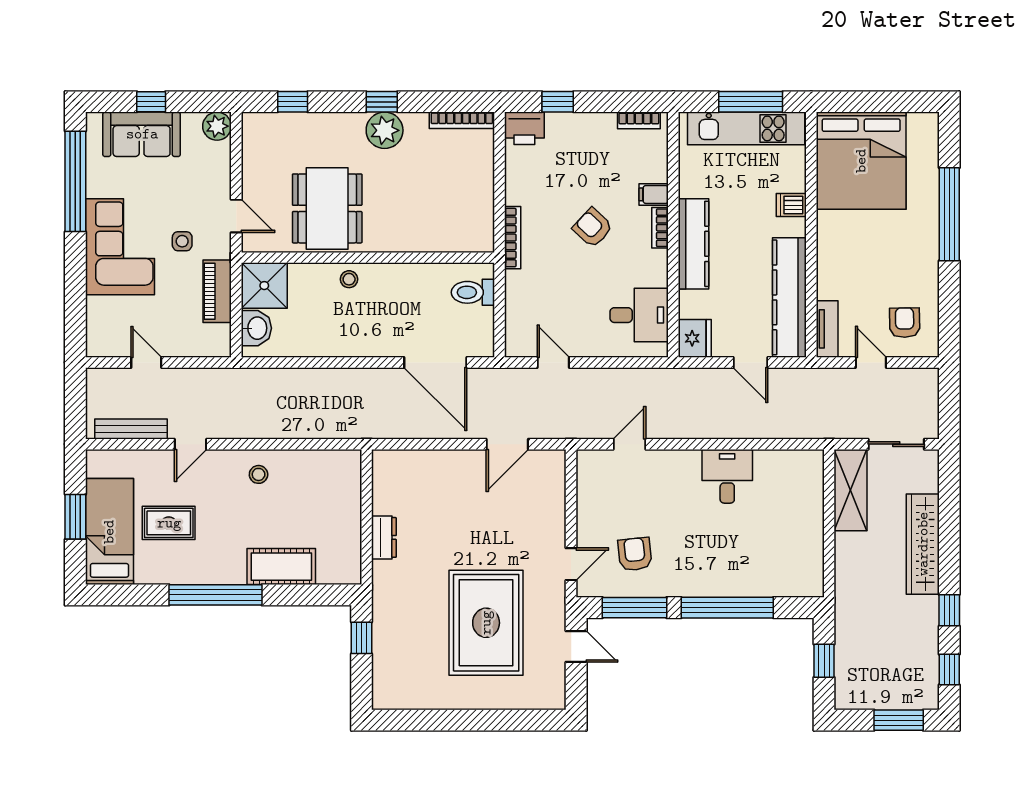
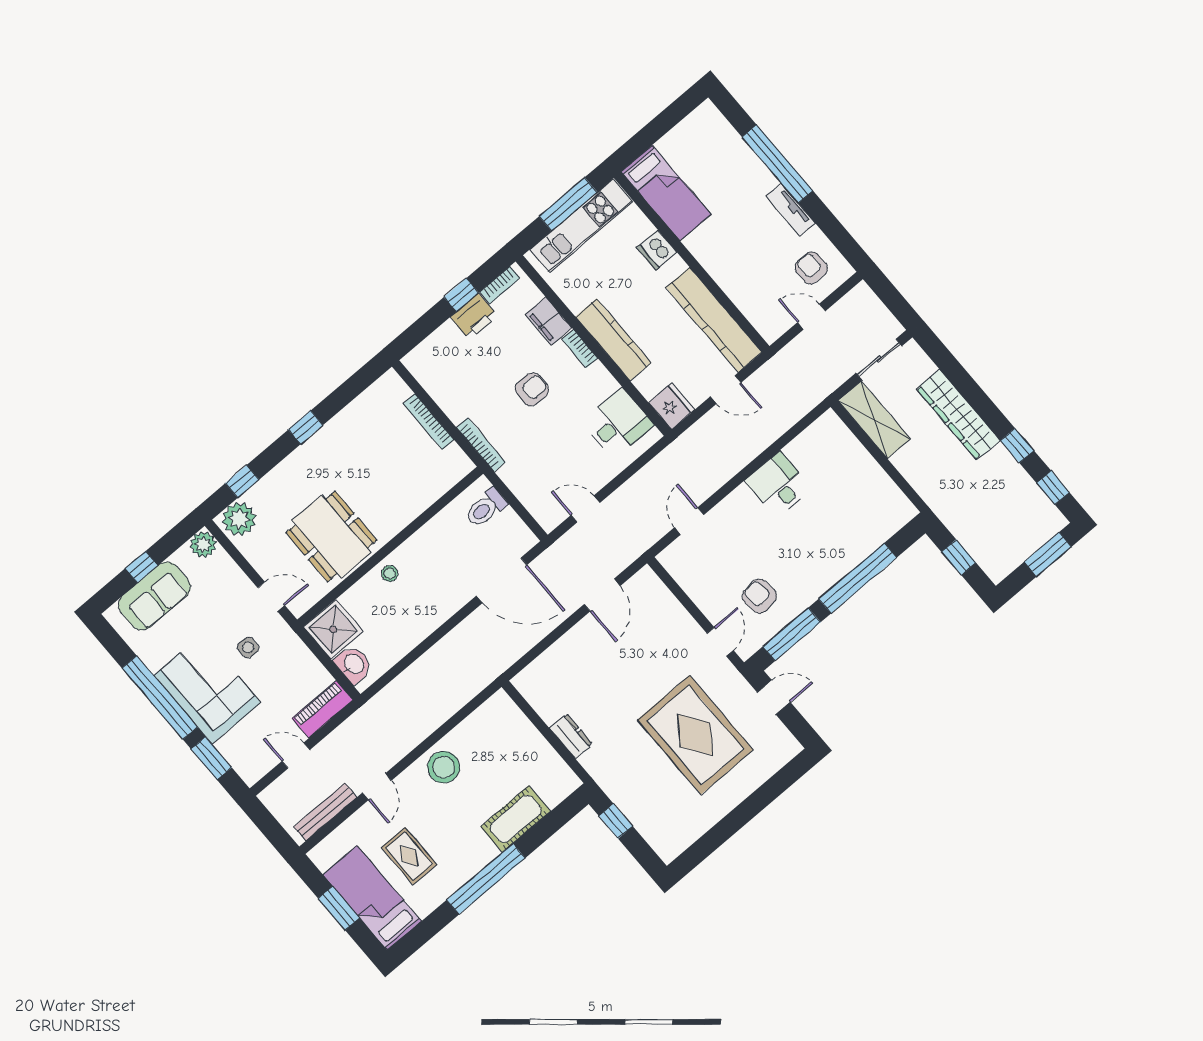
window: (558, 102) -> (461, 295), moved
bookcase: (462, 120) -> (429, 421), moved, turned 90
printer: (524, 128) -> (474, 317), moved
plant: (385, 130) -> (239, 519), moved
bed: (861, 161) -> (666, 193), width x0.49
window: (75, 181) -> (160, 698), moved
filing cabinet: (654, 194) -> (549, 321), width x2.00
dishwasher: (791, 205) -> (657, 250), width x1.38
armchair: (593, 228) -> (532, 389), turned 137
piano: (217, 291) -> (322, 709), moved, turned 90
window: (75, 306) -> (211, 758), added
tv unit: (827, 329) -> (791, 210), moved, turned 180
stool: (259, 474) -> (444, 767), width x1.89, depth x1.89
rug: (169, 523) -> (409, 856), turned 90

